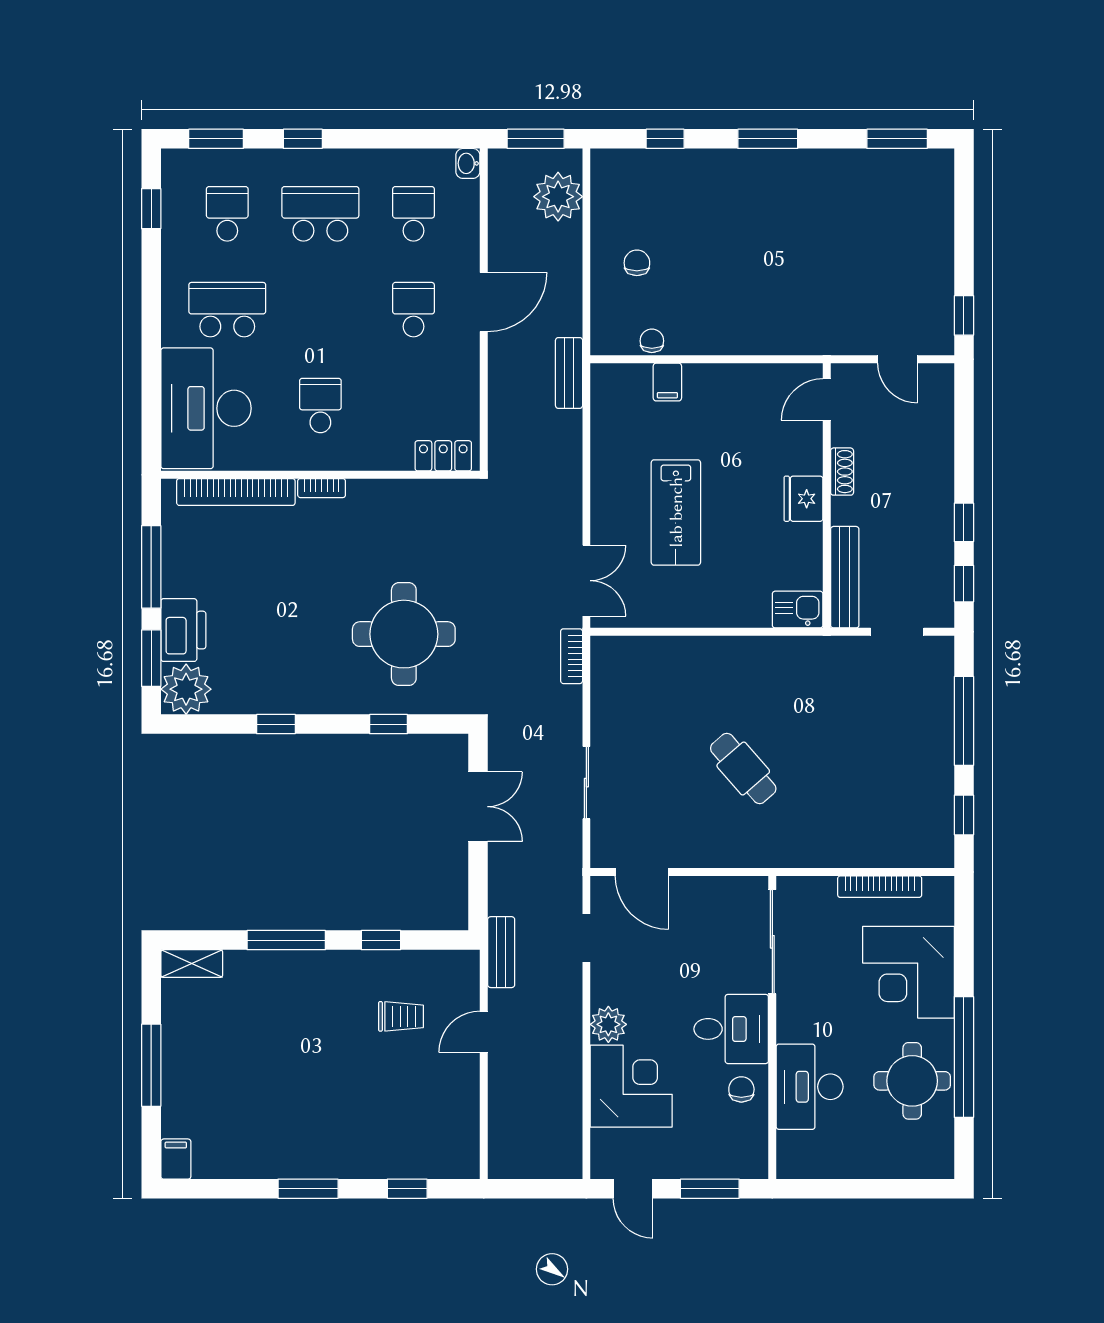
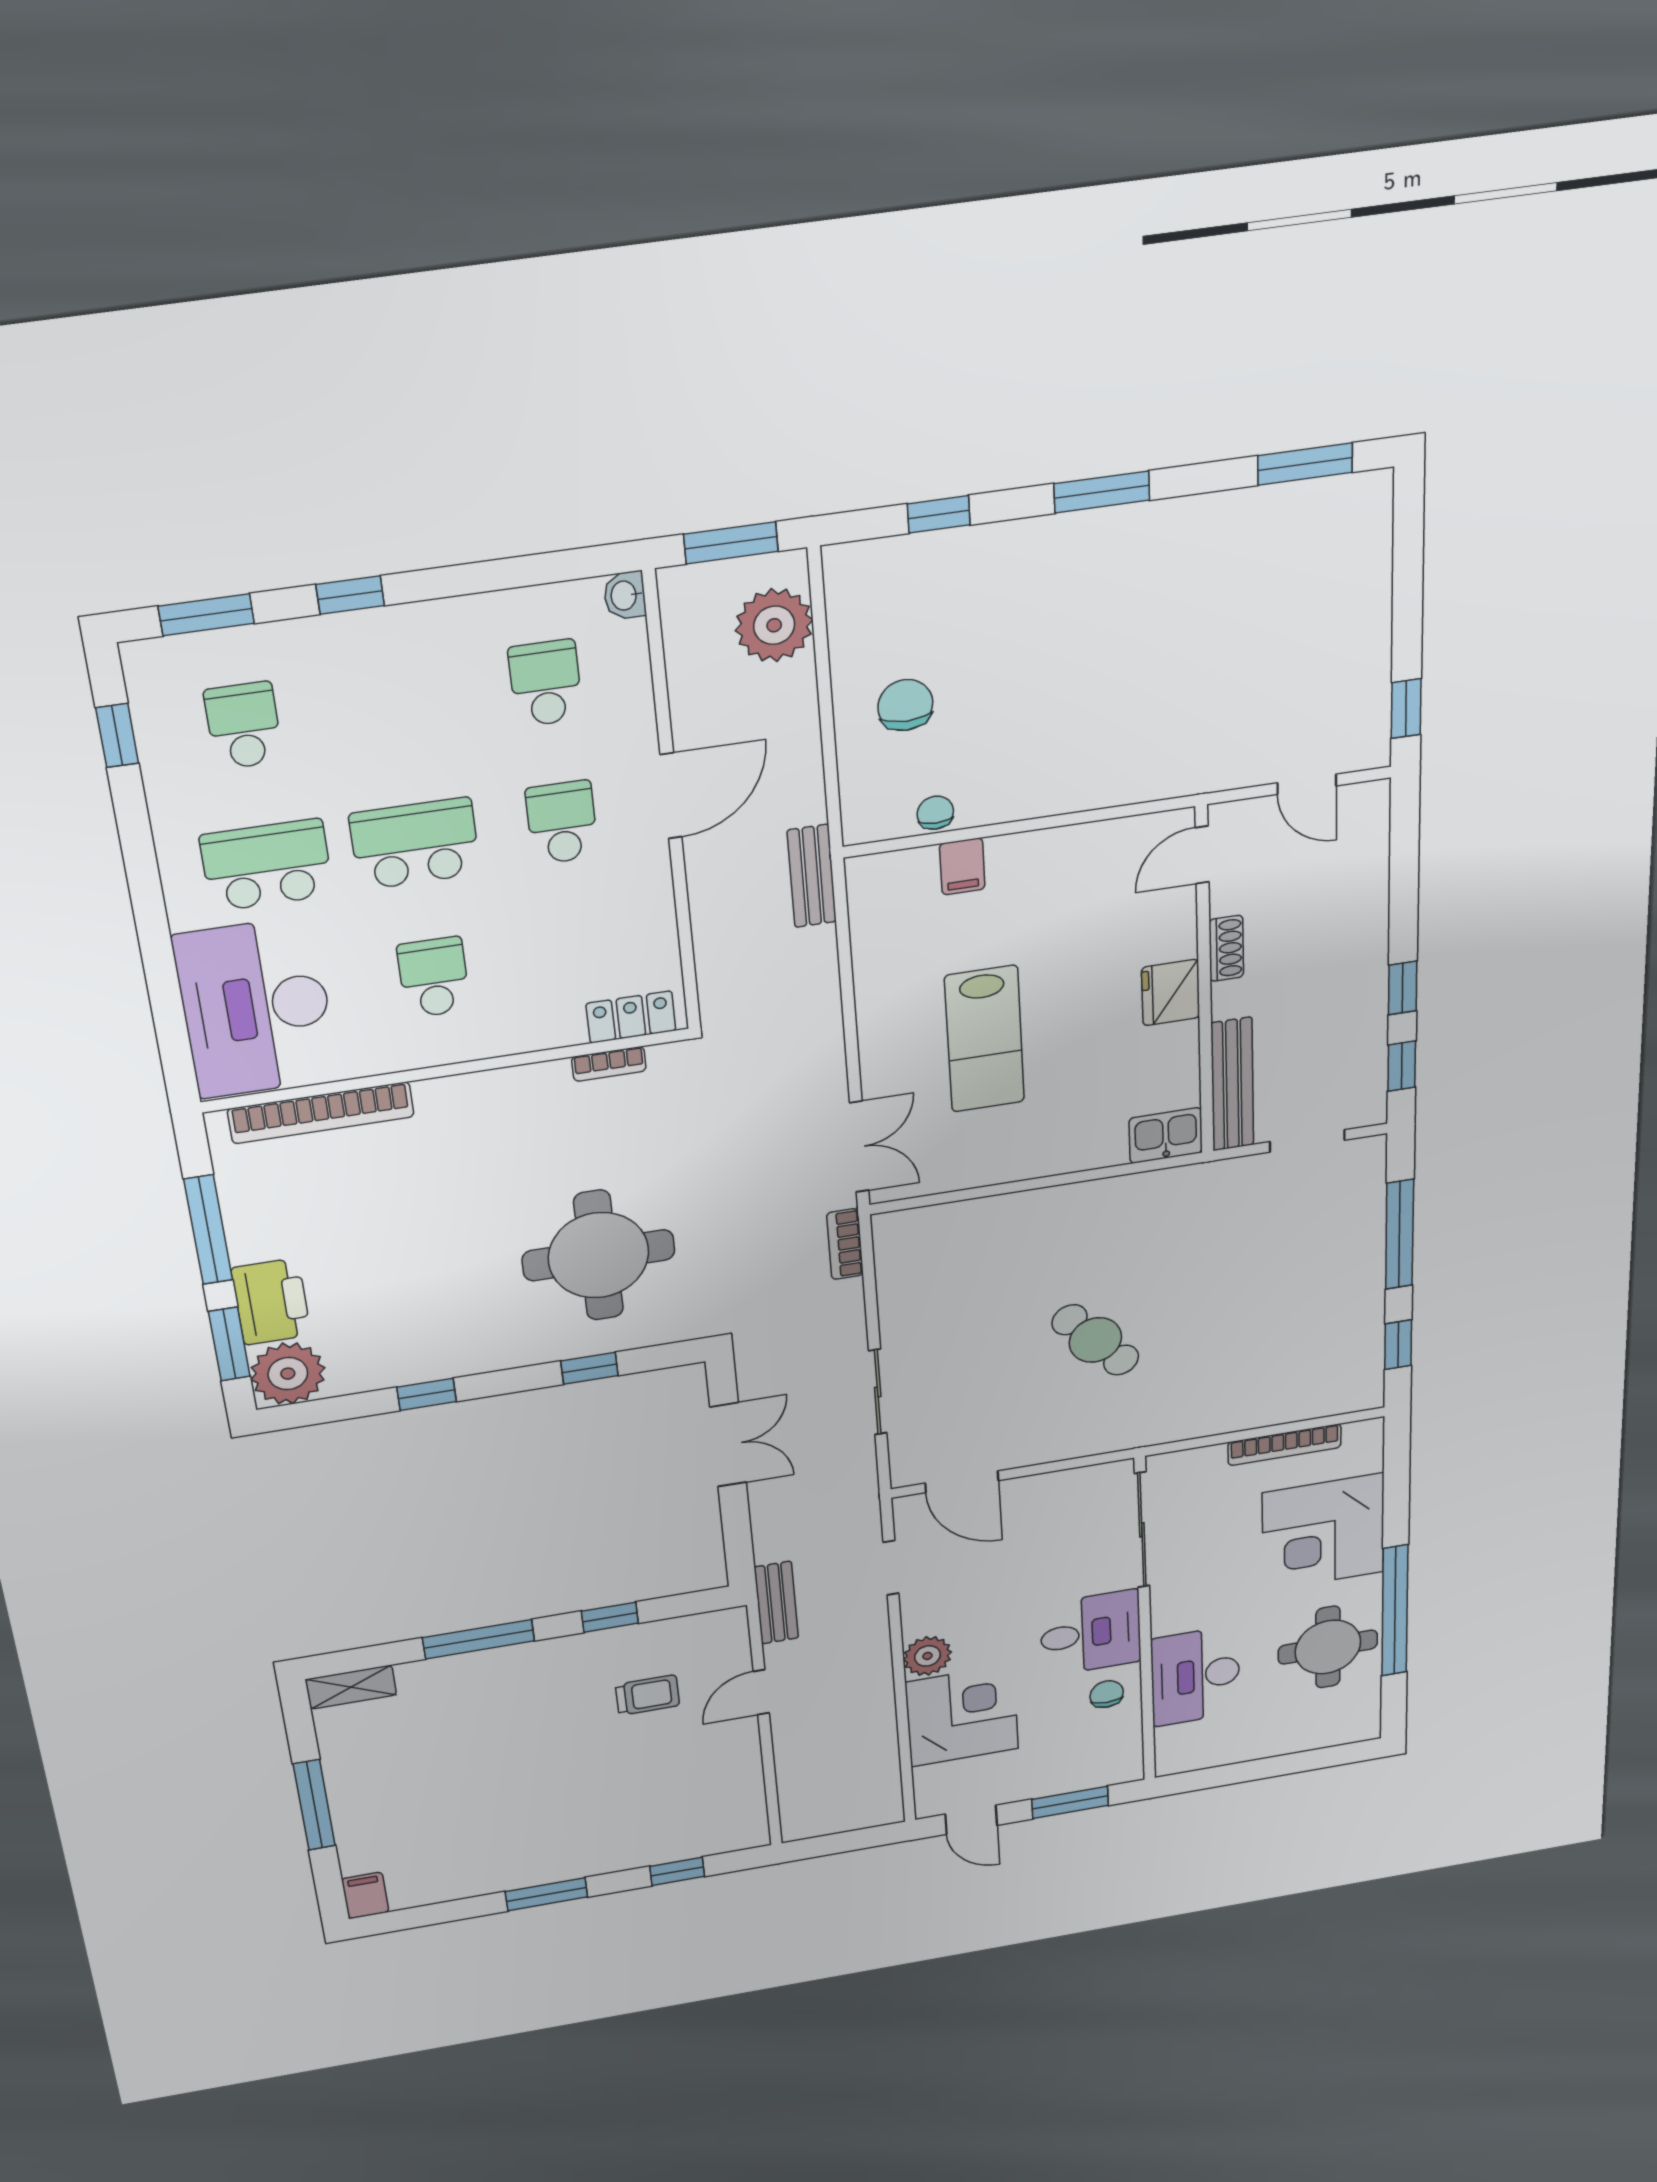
school desk: (320, 214) -> (415, 844), moved
chair: (637, 263) -> (905, 705), width x1.37, depth x1.37
bookcase: (322, 488) -> (609, 1064), moved

